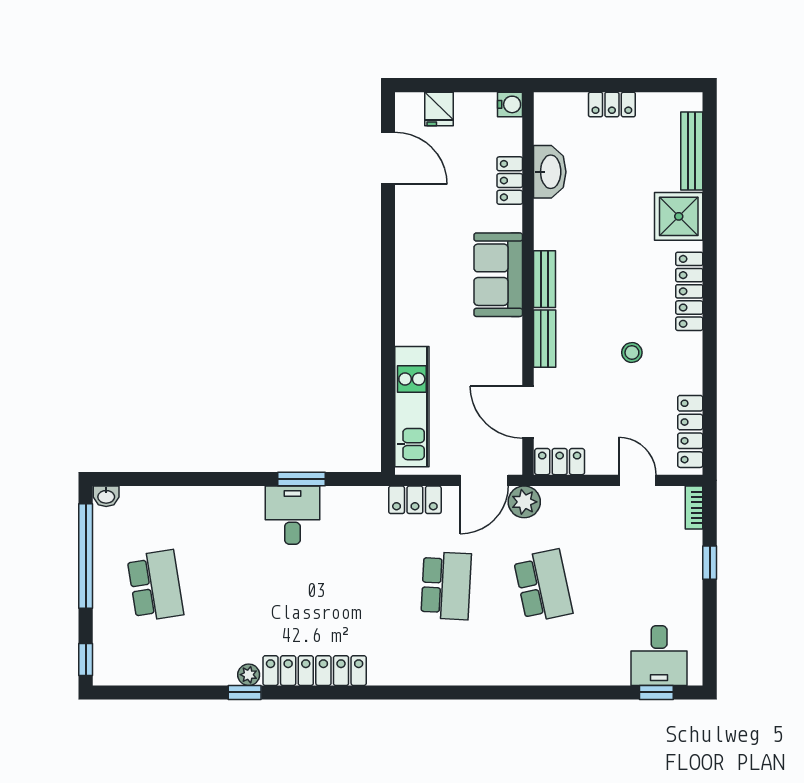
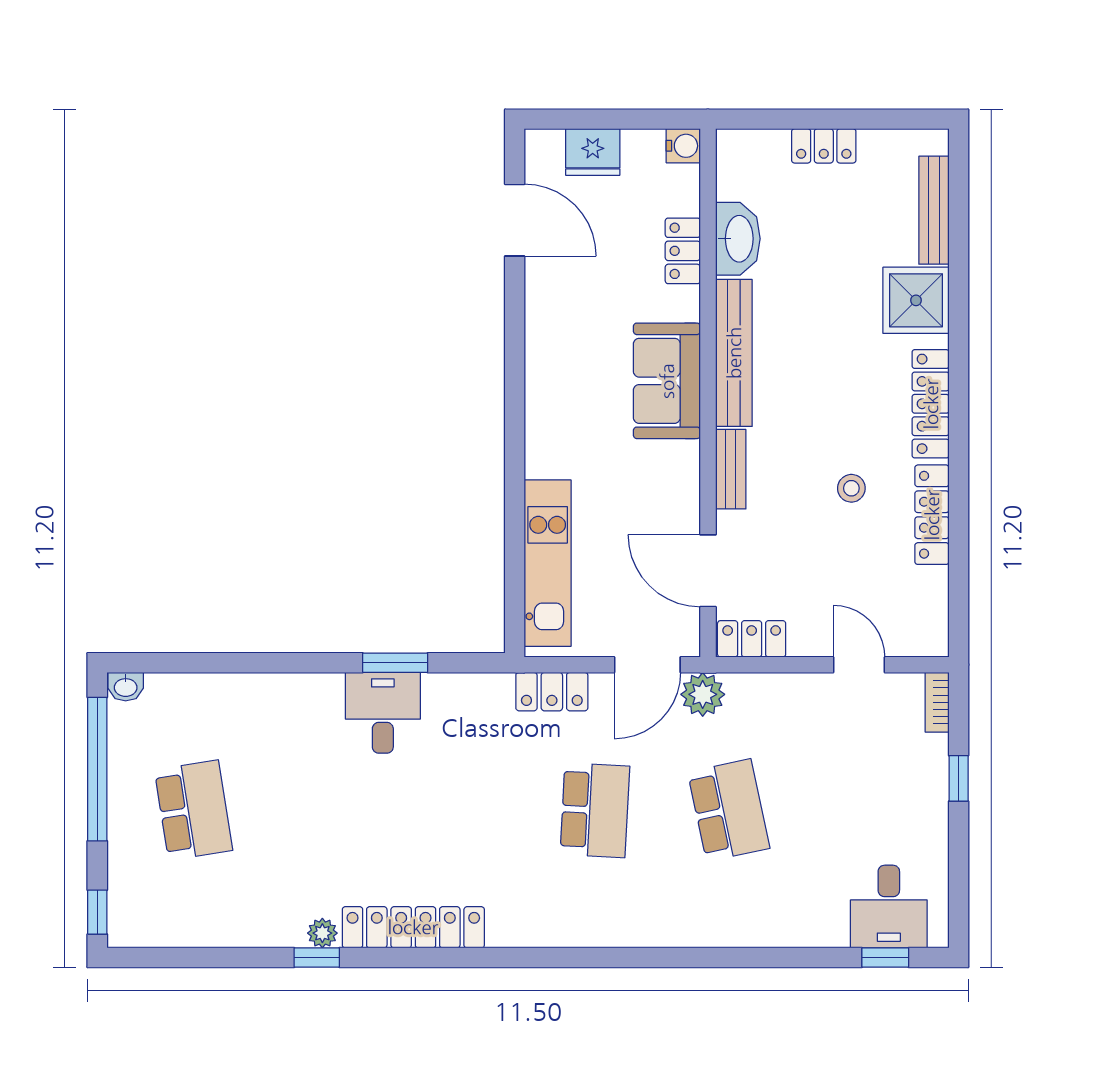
fridge: (439, 109) -> (593, 152), width x1.38
bench: (544, 279) -> (734, 353), width x1.86, depth x1.21
locker: (690, 431) -> (932, 515), moved

